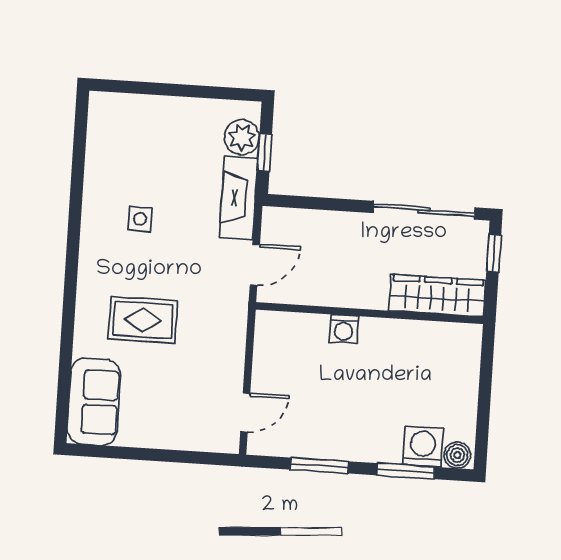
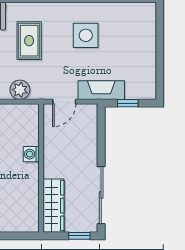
plant: (242, 137) -> (20, 90), moved
side table: (140, 219) -> (86, 35), width x1.87, depth x1.87
door: (255, 265) -> (64, 102), hinge flipped

